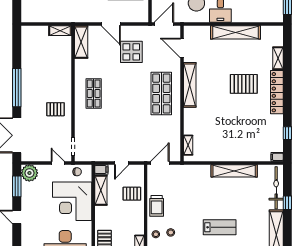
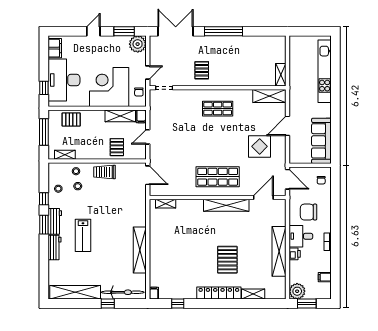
plant: (275, 14) -> (297, 291), added
printer: (238, 17) -> (295, 254), added
door: (122, 163) -> (148, 137), hinge flipped

